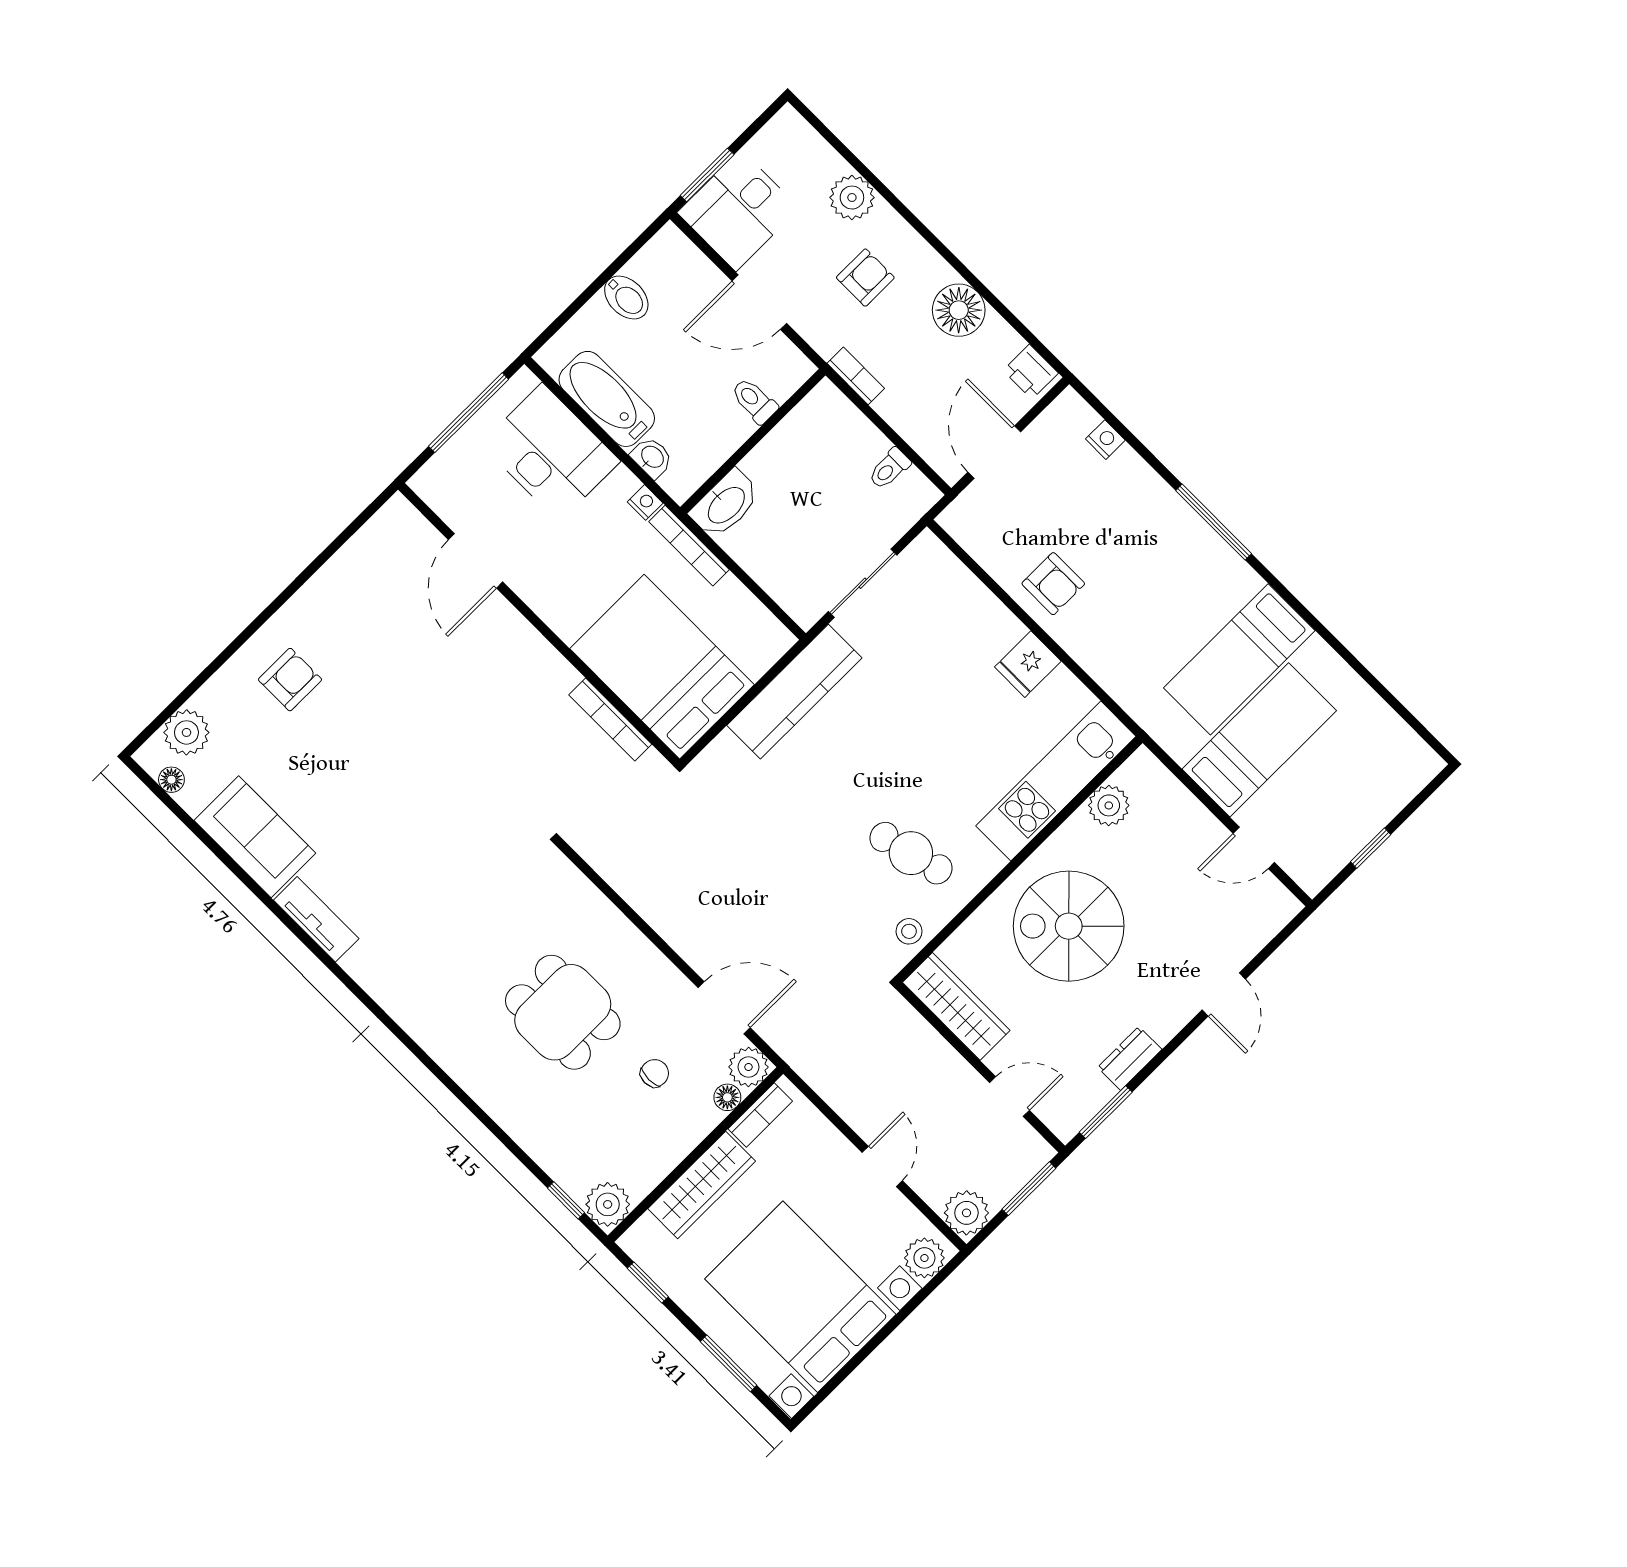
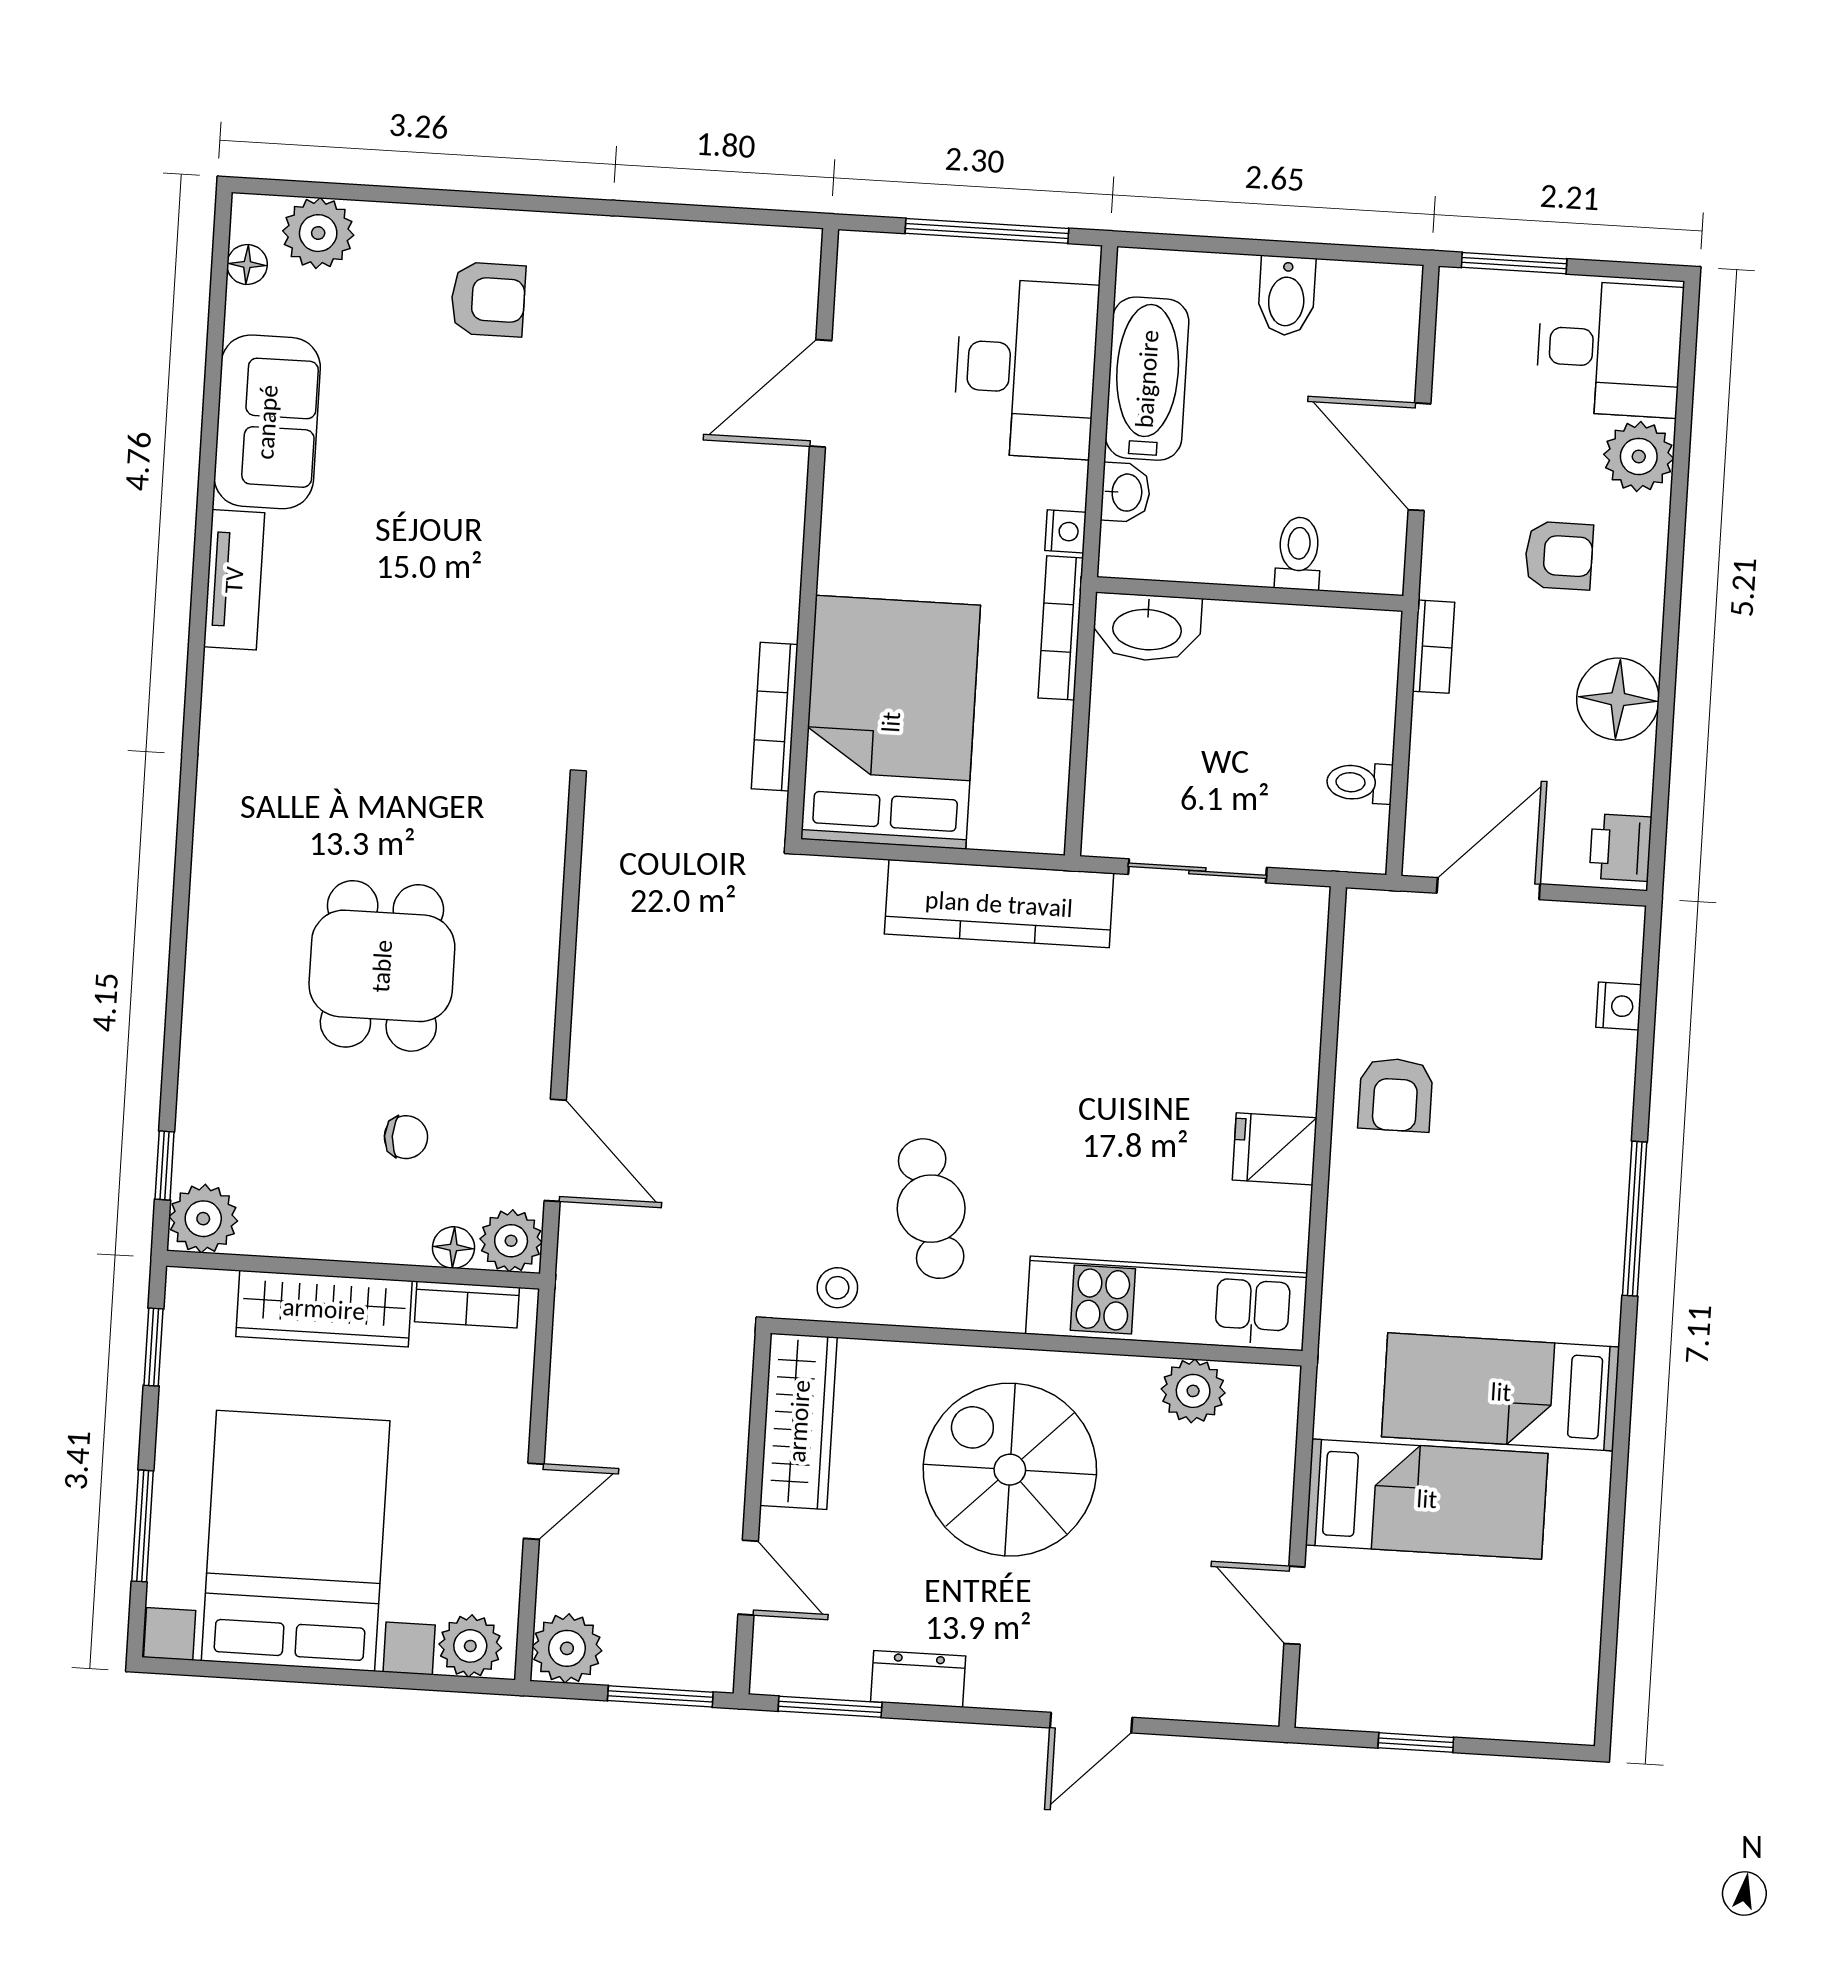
desk: (738, 210) -> (1609, 349), moved, turned 180

